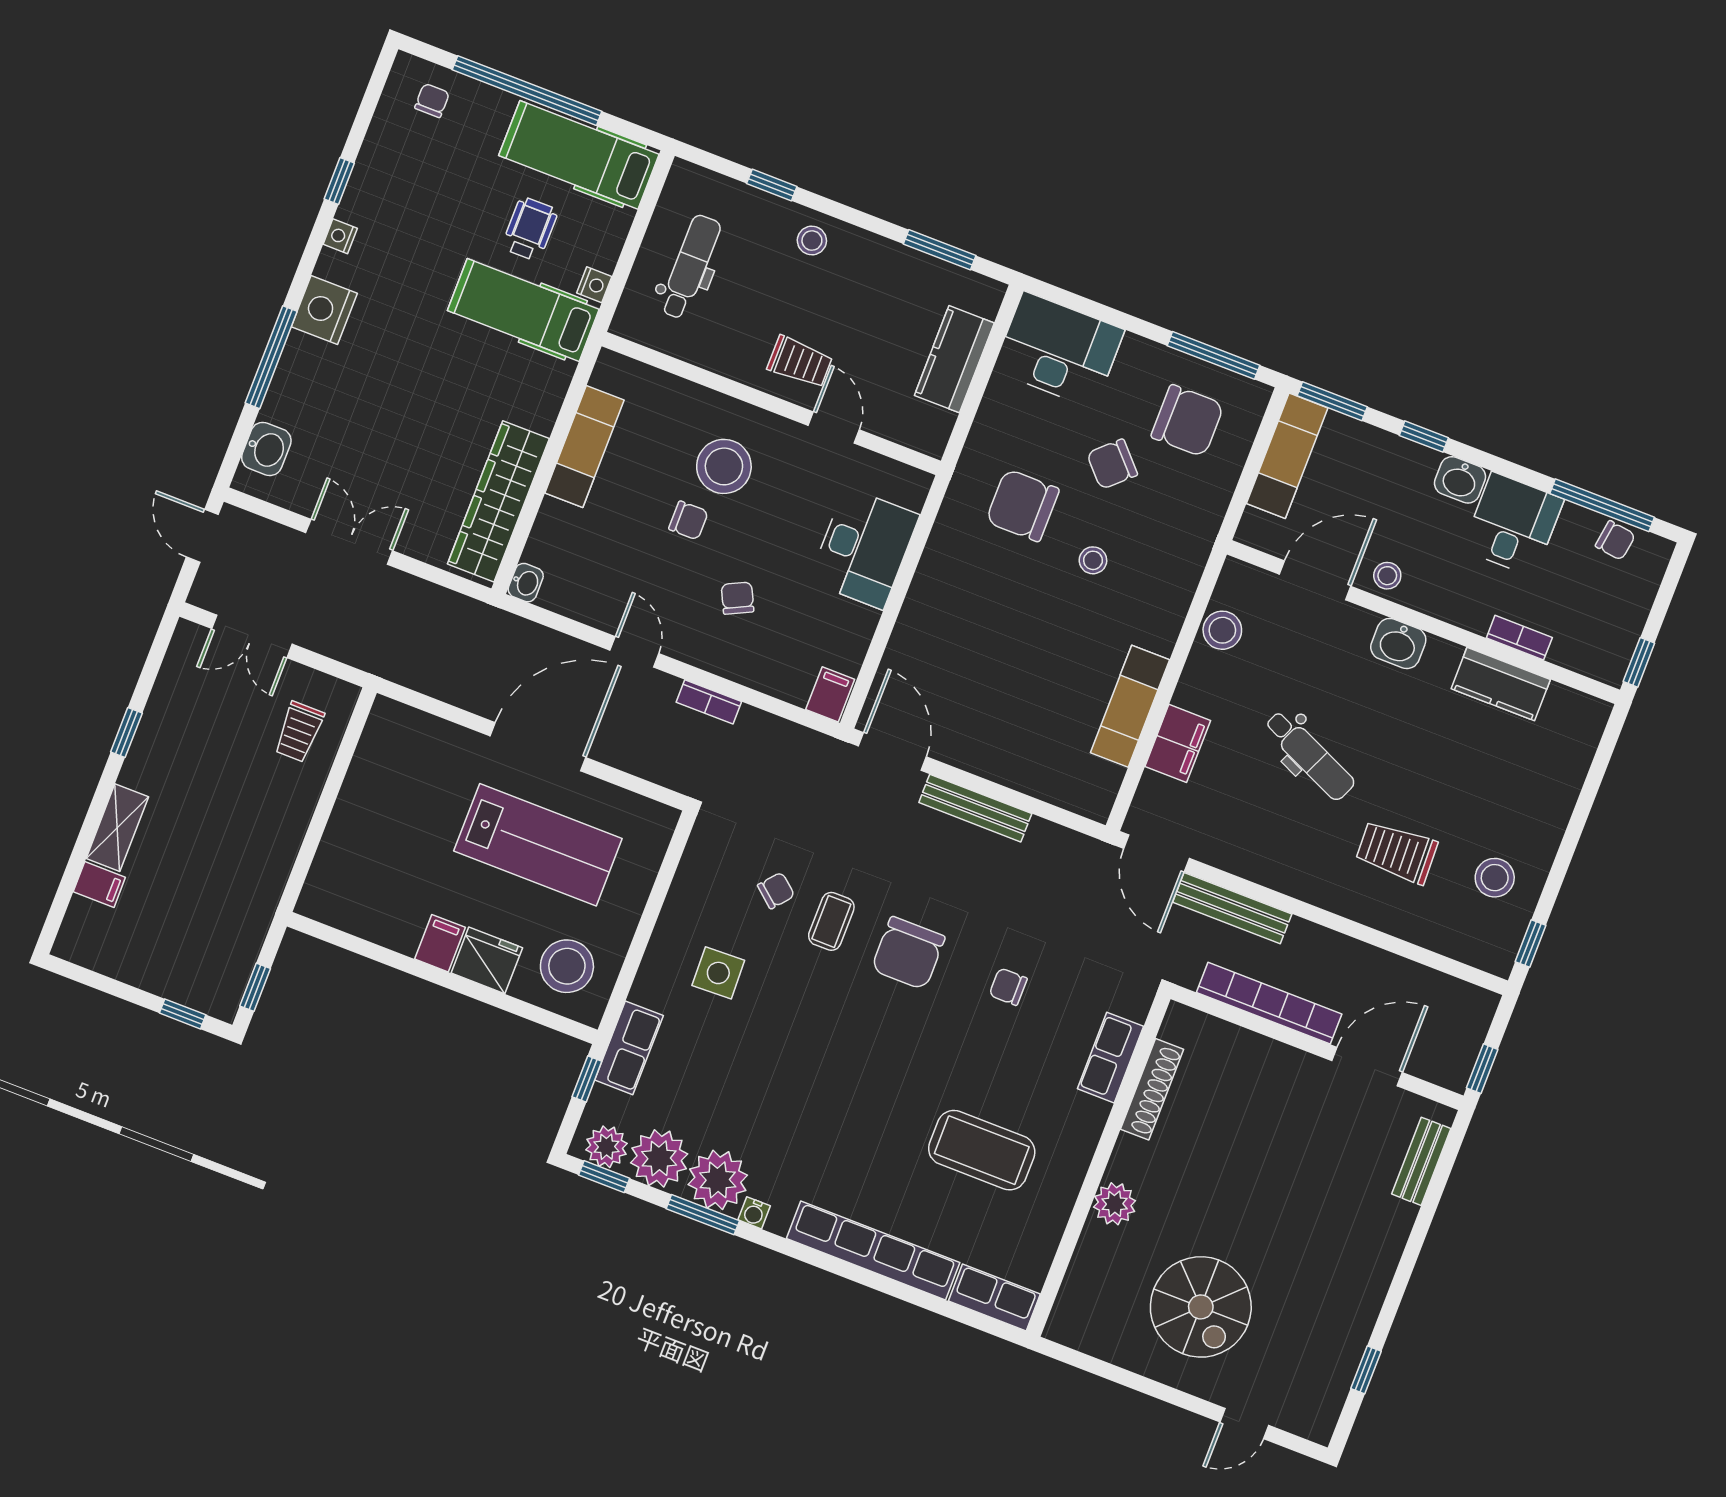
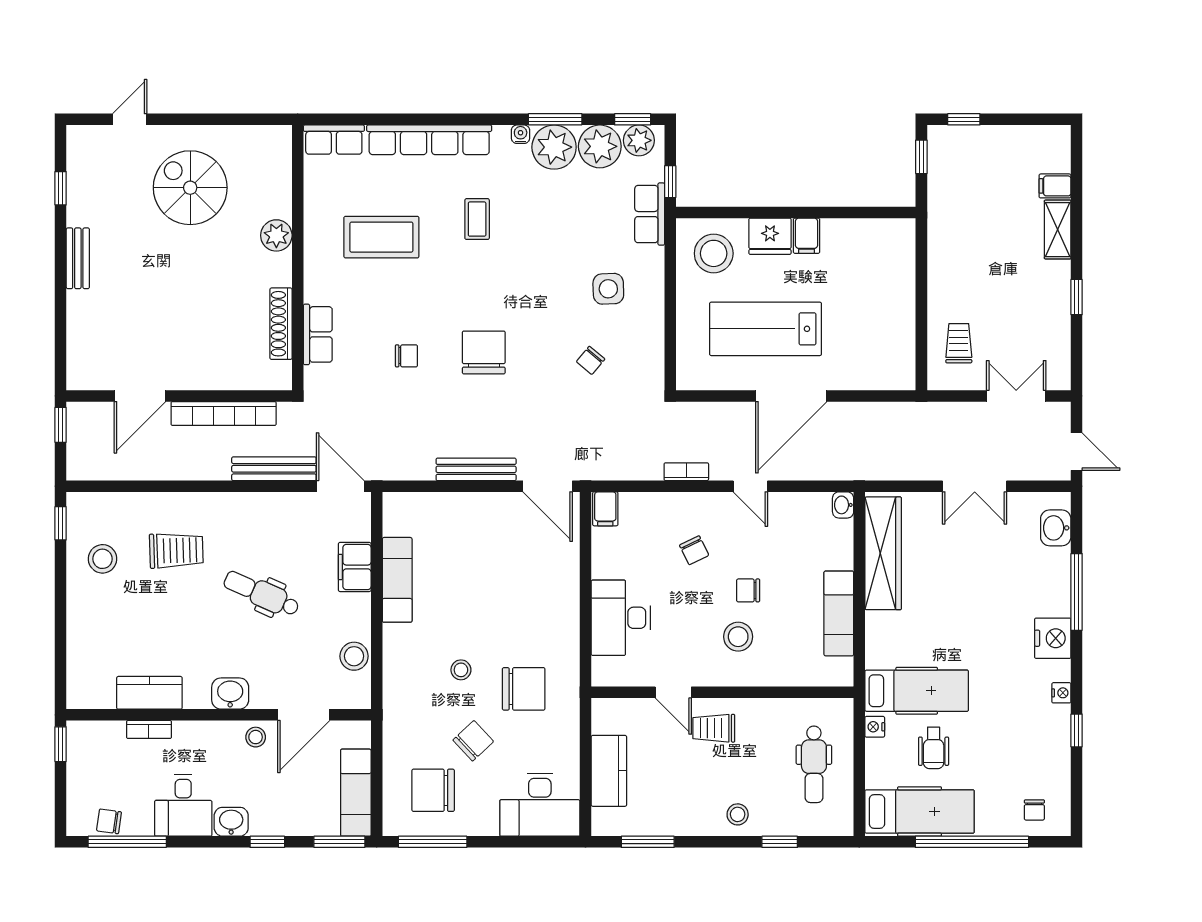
stool: (724, 466) -> (738, 637), width x0.73, depth x0.73
coffee table: (831, 921) -> (477, 219), moved
bench: (1421, 1161) -> (78, 258), moved

